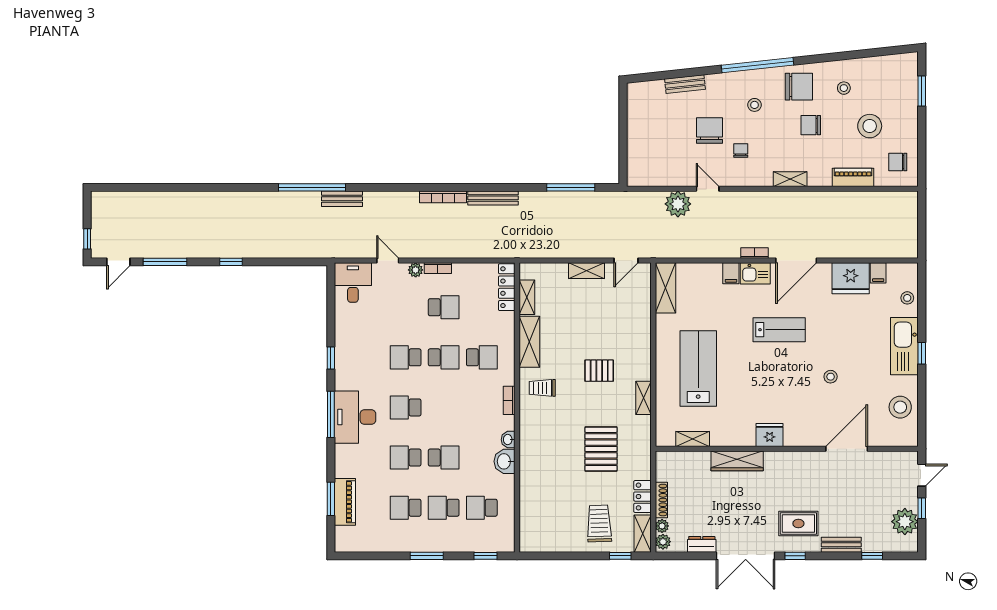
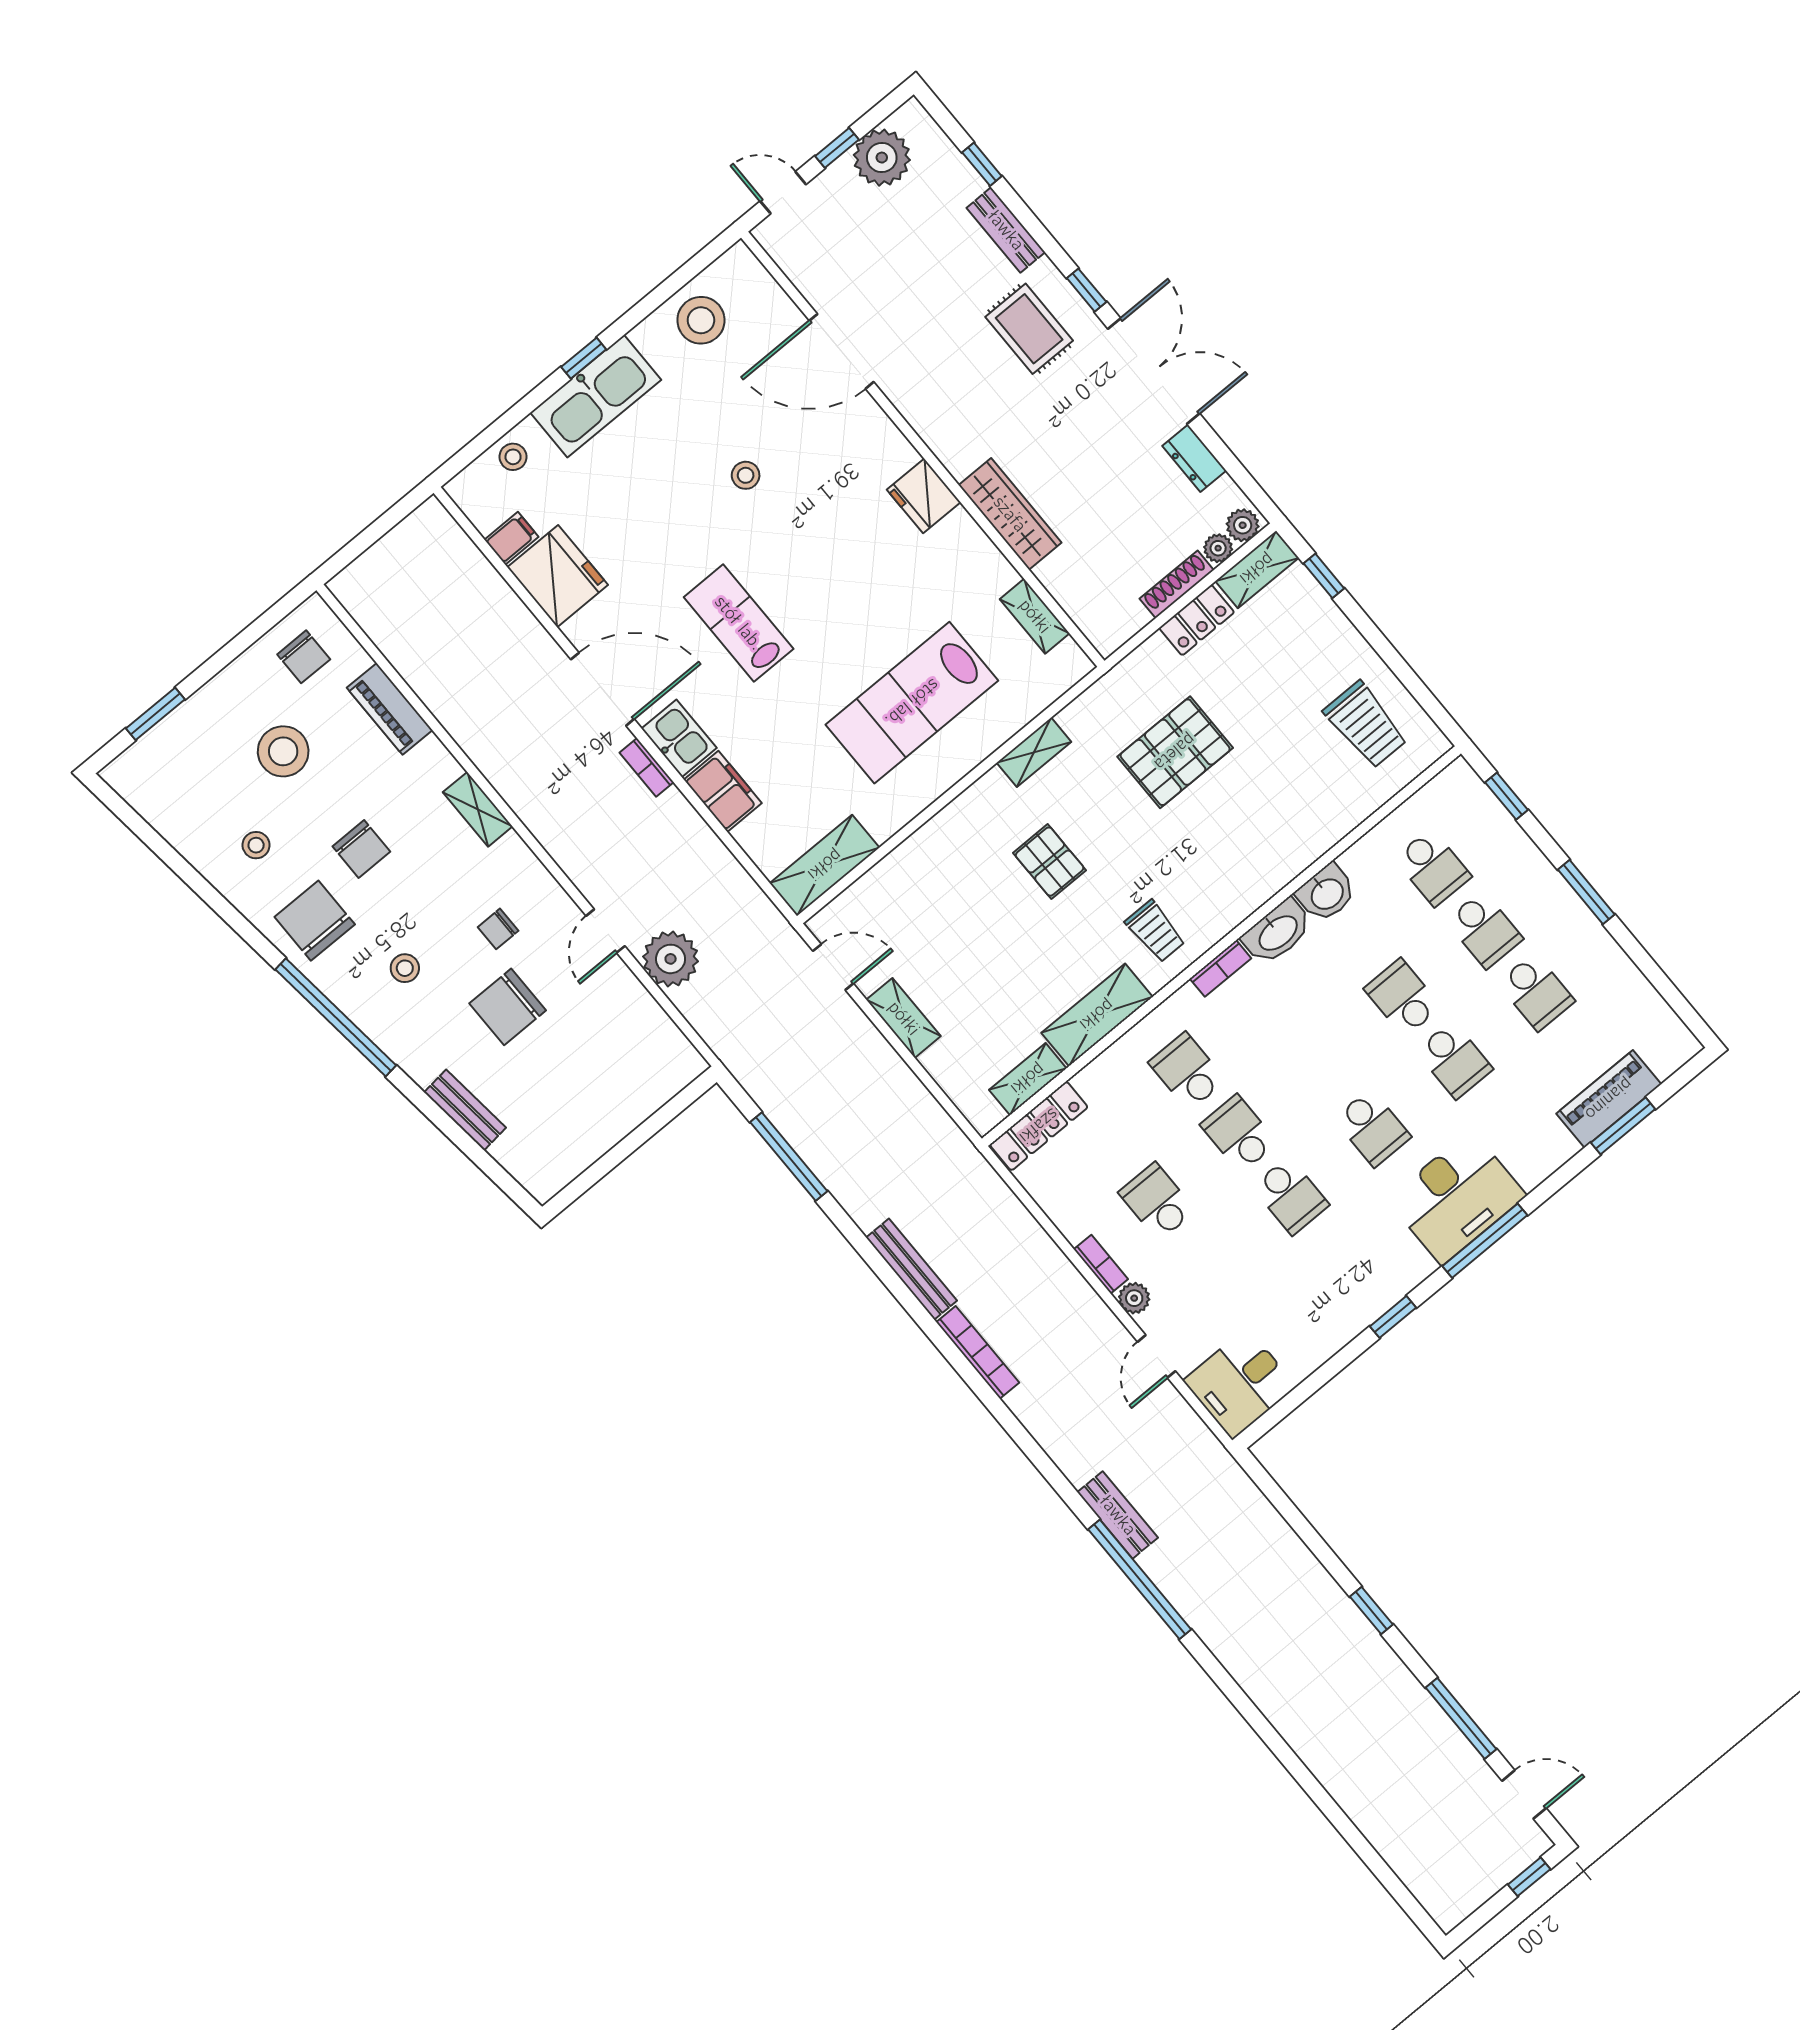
filing cabinet: (731, 273) -> (723, 791), width x2.00
washbasin: (508, 440) -> (1277, 932), width x1.91, depth x1.45
trolley: (599, 523) -> (1366, 725), moved, turned -88

